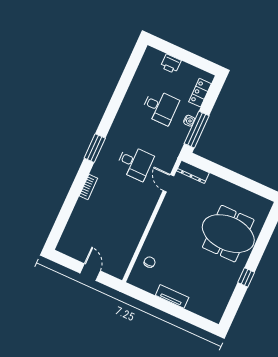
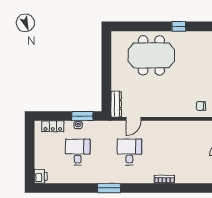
printer: (171, 64) -> (41, 176), moved
window: (197, 130) -> (82, 116), width x0.69
window: (95, 148) -> (109, 188), moved
meeting table: (228, 234) -> (151, 55), turned 90

